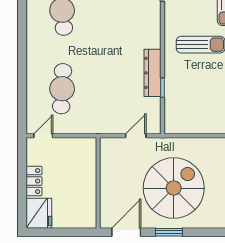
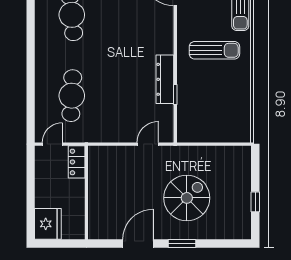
locker: (34, 181) -> (77, 162), moved, turned 180
wall: (98, 183) -> (86, 193), moved
spiral stairs: (174, 188) -> (187, 198), width x0.73, depth x0.73

